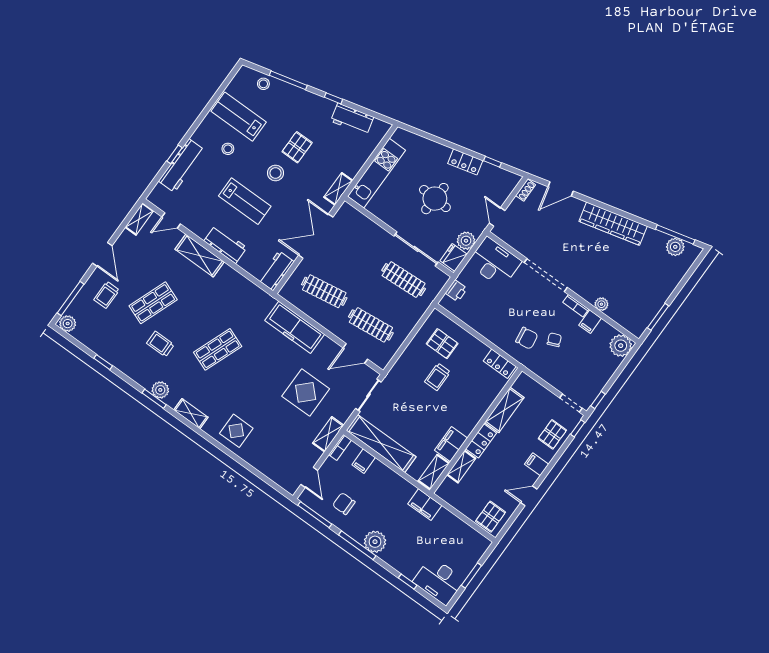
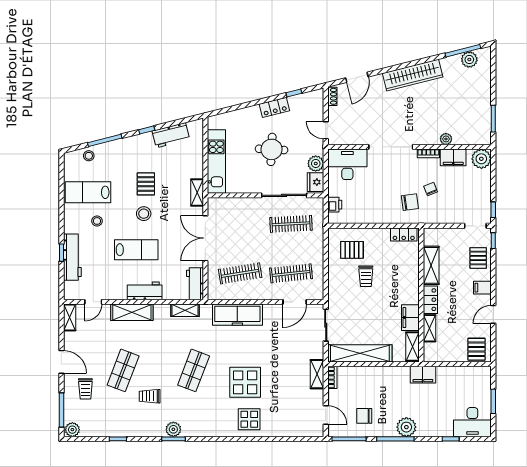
filing cabinet: (590, 322) -> (453, 157), width x2.00
display table: (306, 392) -> (245, 382), moved
shelving: (191, 414) -> (185, 310), moved
filing cabinet: (364, 461) -> (356, 375), removed

